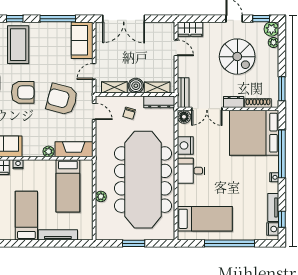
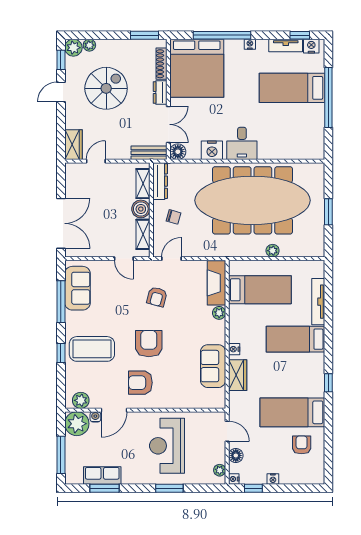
sofa: (82, 40) -> (77, 288), moved, turned -90
armchair: (62, 99) -> (157, 297), width x0.53, depth x0.53
bed: (205, 219) -> (292, 88), moved, turned -90

